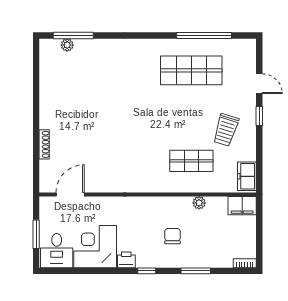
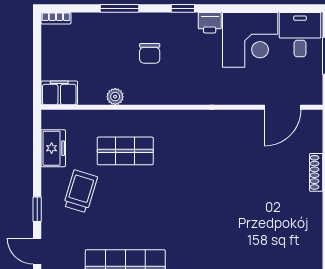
freezer: (247, 176) -> (53, 148), moved

